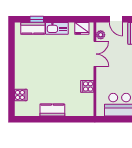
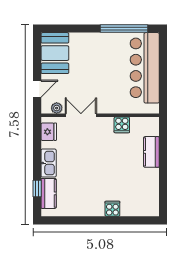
cooker: (21, 95) -> (112, 209), moved
kitchen counter: (52, 110) -> (151, 152), moved

